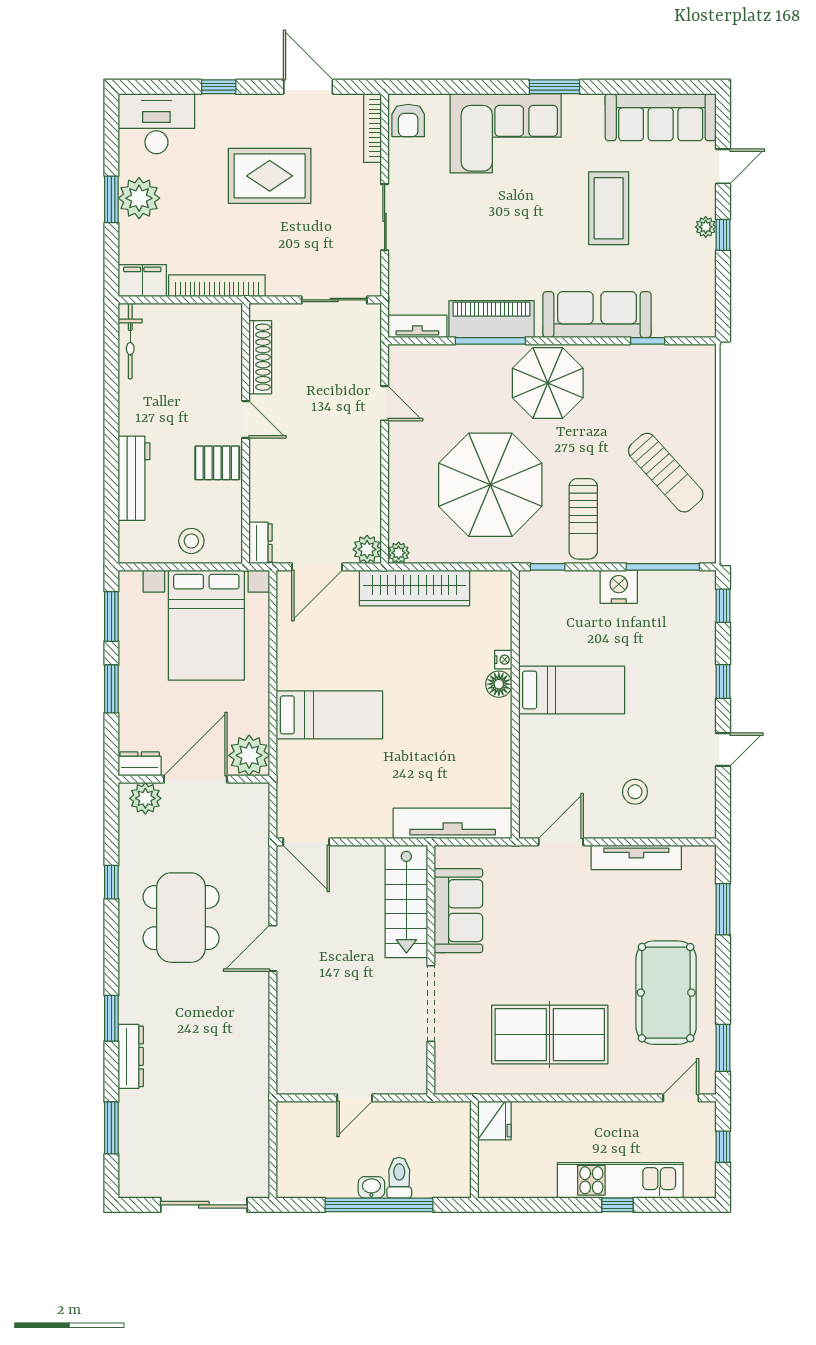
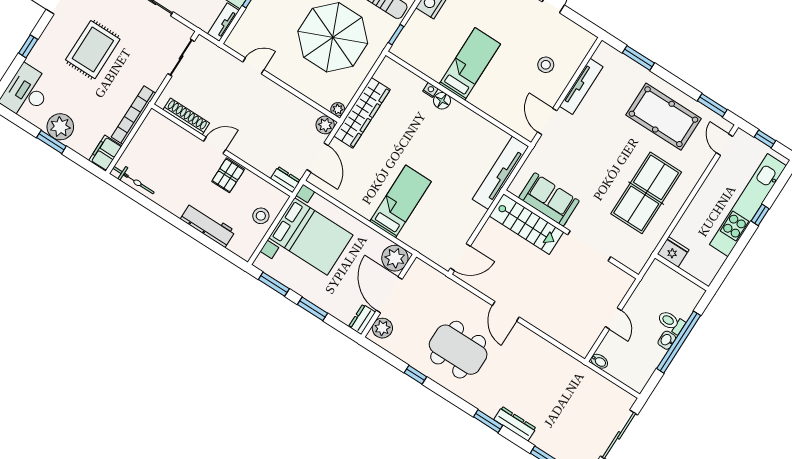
bidet: (286, 1115) -> (599, 361), added
kitchen unit: (620, 1180) -> (748, 205), width x1.36

